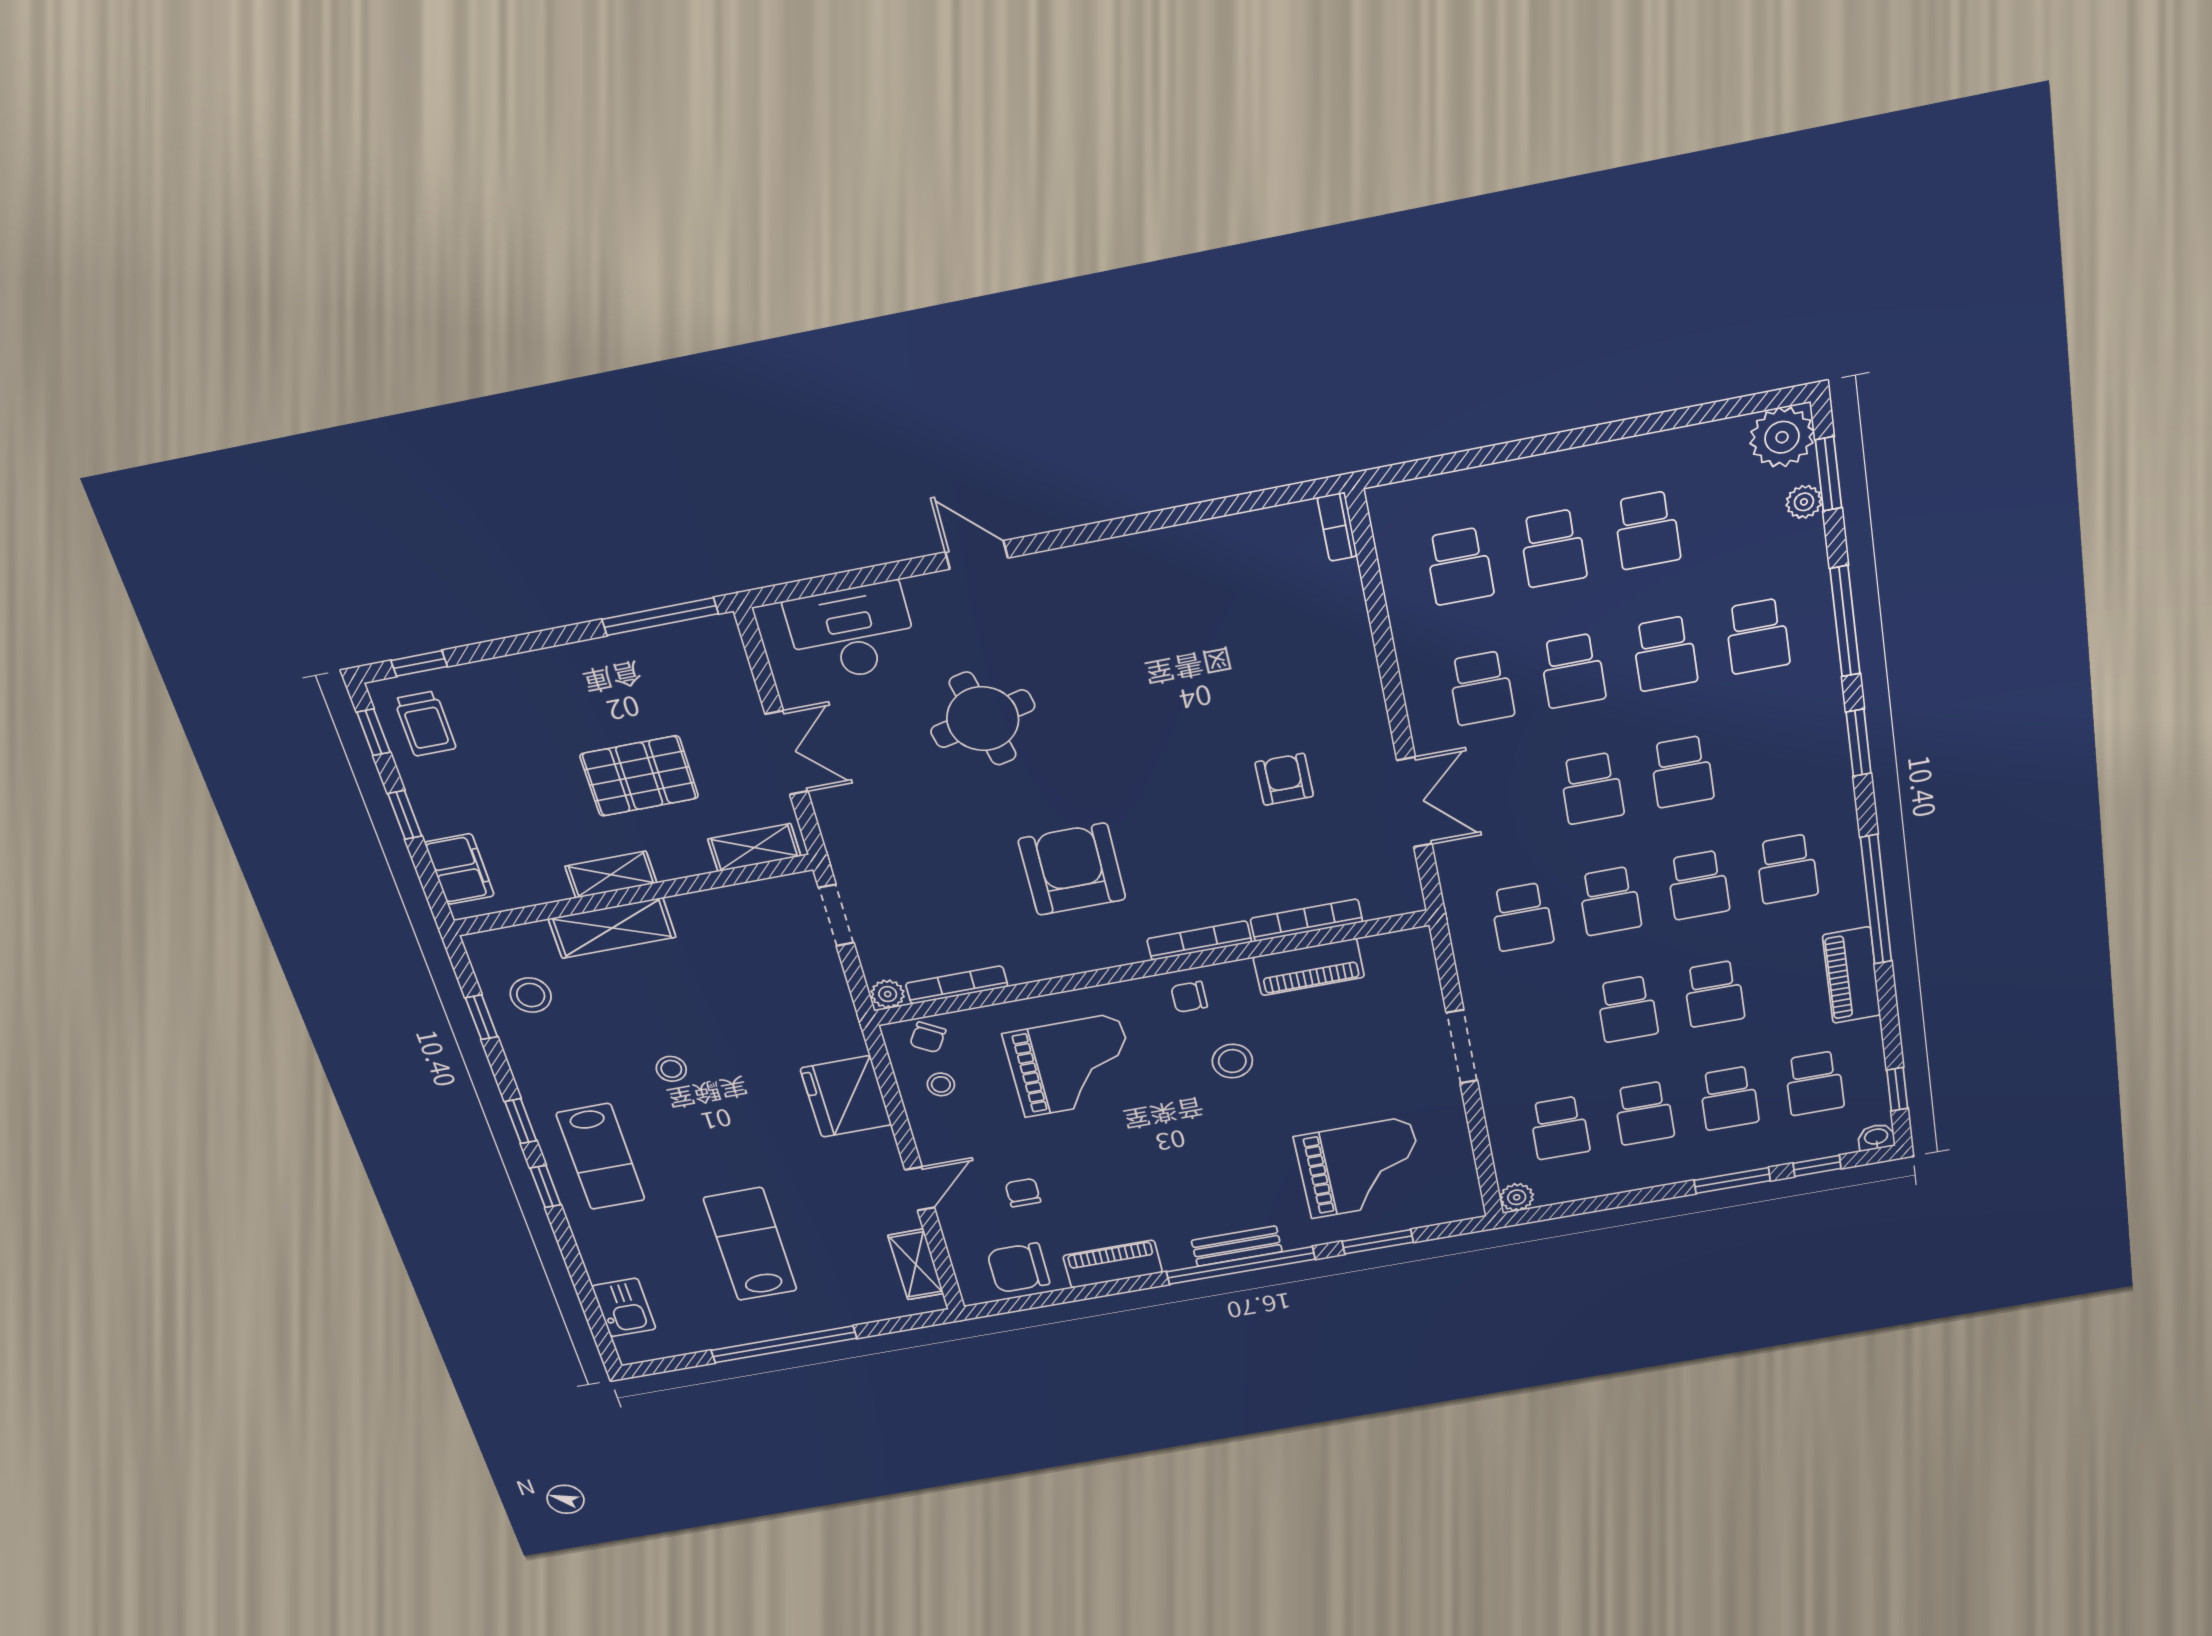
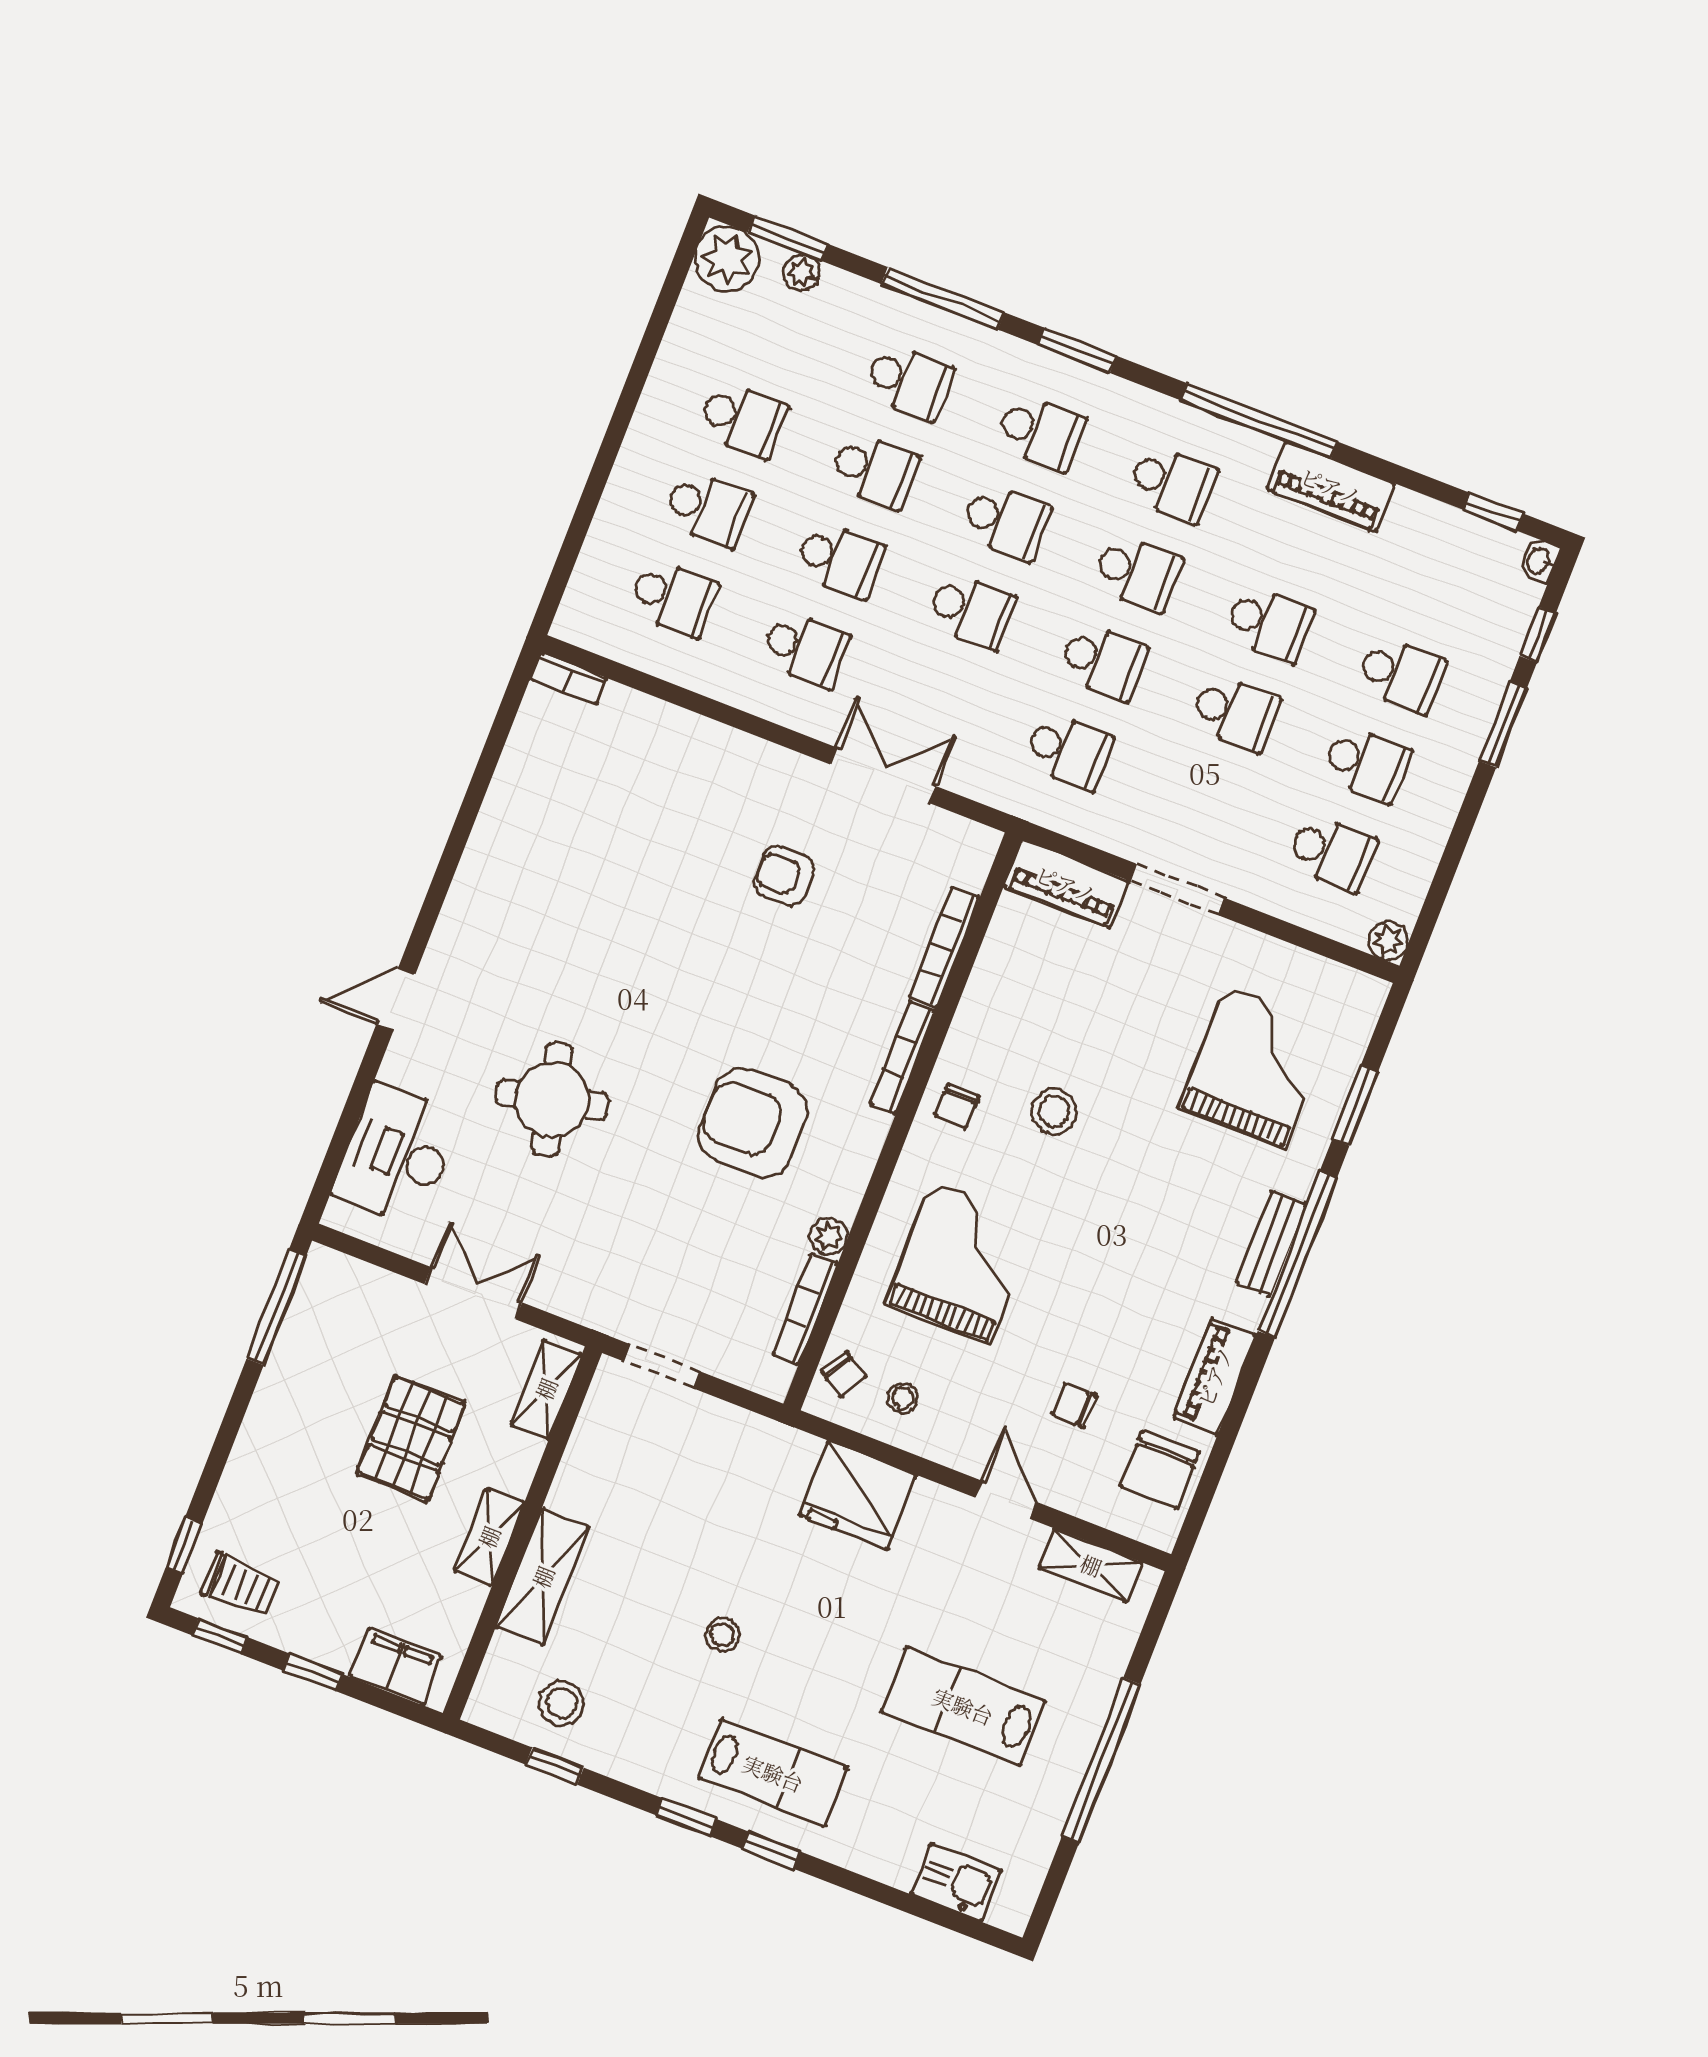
piano: (1309, 967) -> (1066, 884), moved, turned 90
plant: (888, 994) -> (829, 1236), moved
school desk: (1814, 1083) -> (1040, 432), moved

